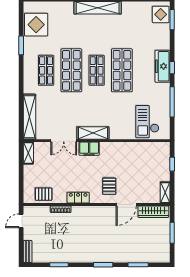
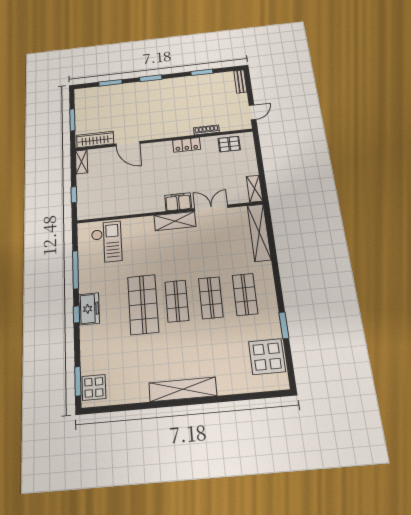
freezer: (162, 66) -> (89, 309), width x0.71
shop shelf: (71, 70) -> (211, 298), width x0.70, depth x0.74
pallet: (109, 186) -> (150, 162), removed
door: (126, 204) -> (128, 144), swing flipped

